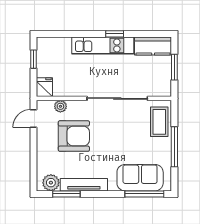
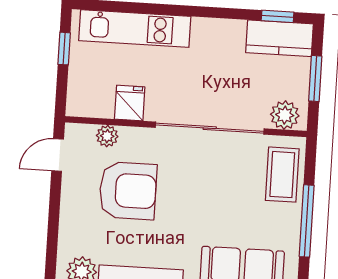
window: (115, 34) -> (278, 16), moved
kitchen unit: (103, 45) -> (135, 28), moved
fridge: (44, 87) -> (130, 103), moved
plant: (159, 89) -> (285, 115), added

